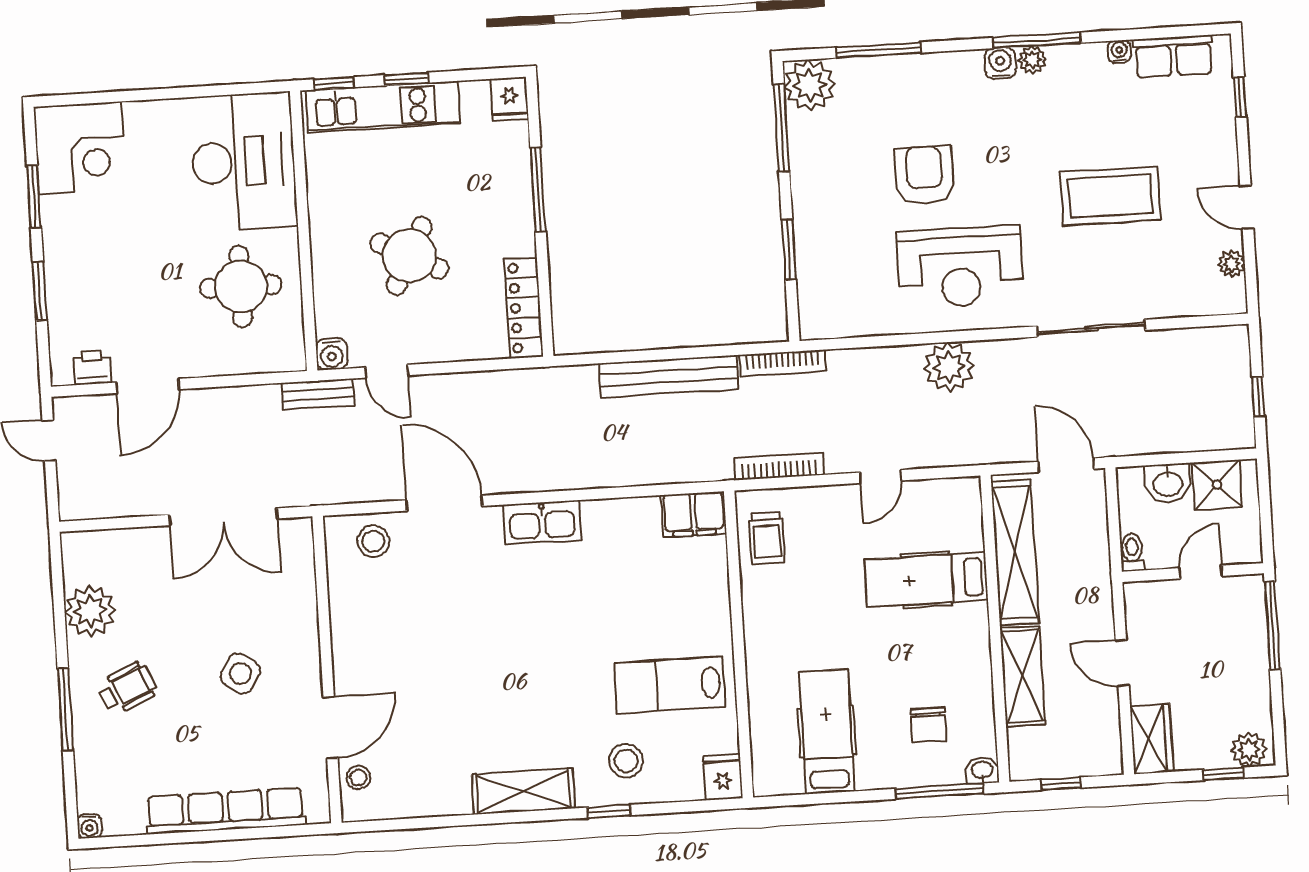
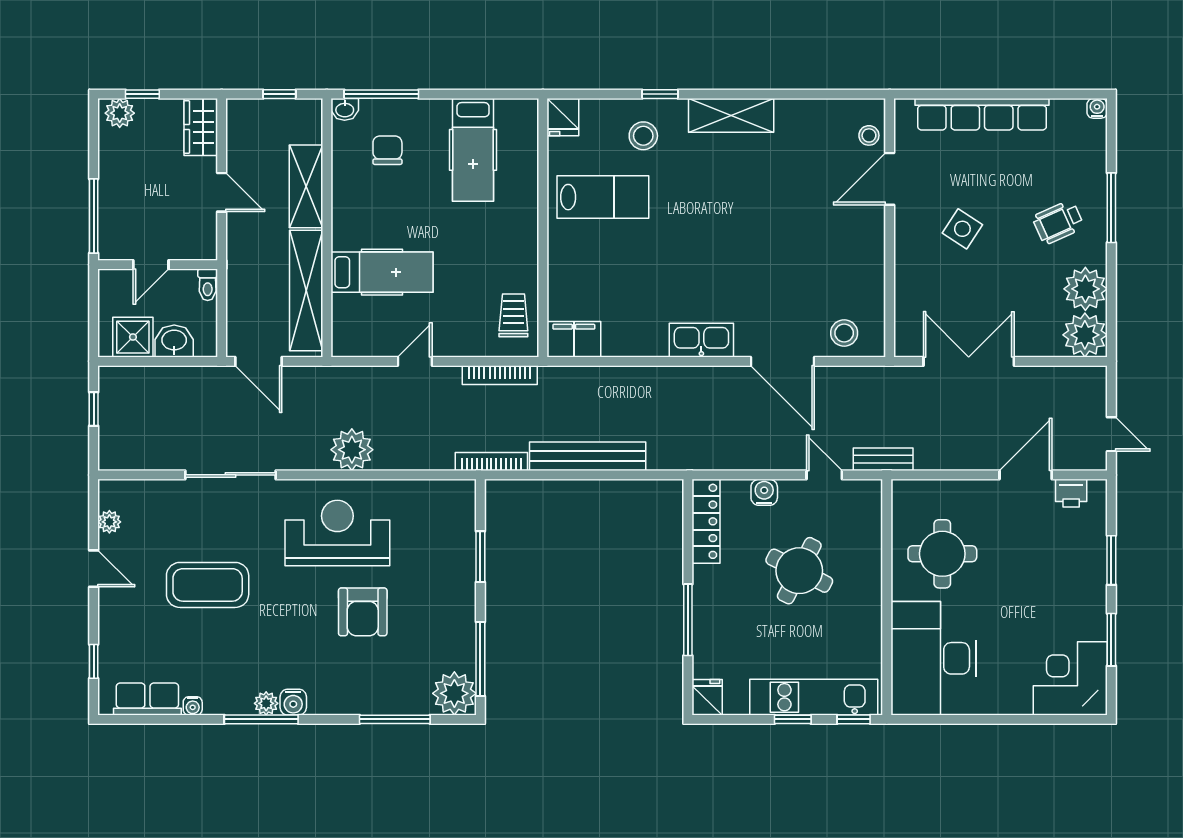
water cooler: (332, 354) -> (764, 492), moved
plant: (87, 556) -> (1085, 335), added

